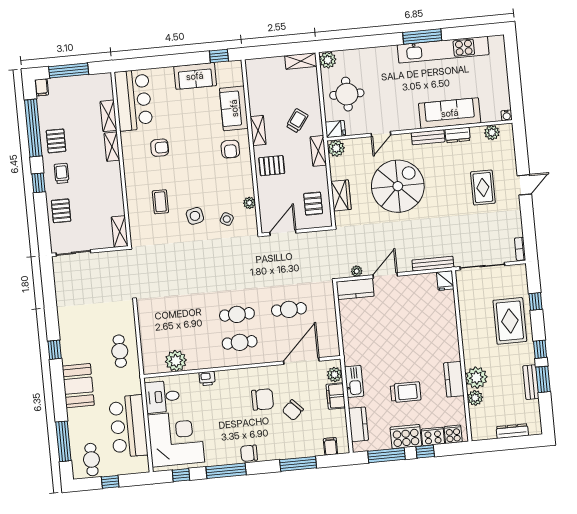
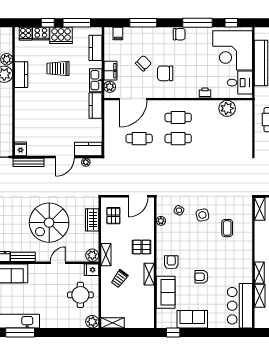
armchair: (160, 148) -> (201, 277), moved
kitchen counter: (351, 348) -> (95, 106), added

